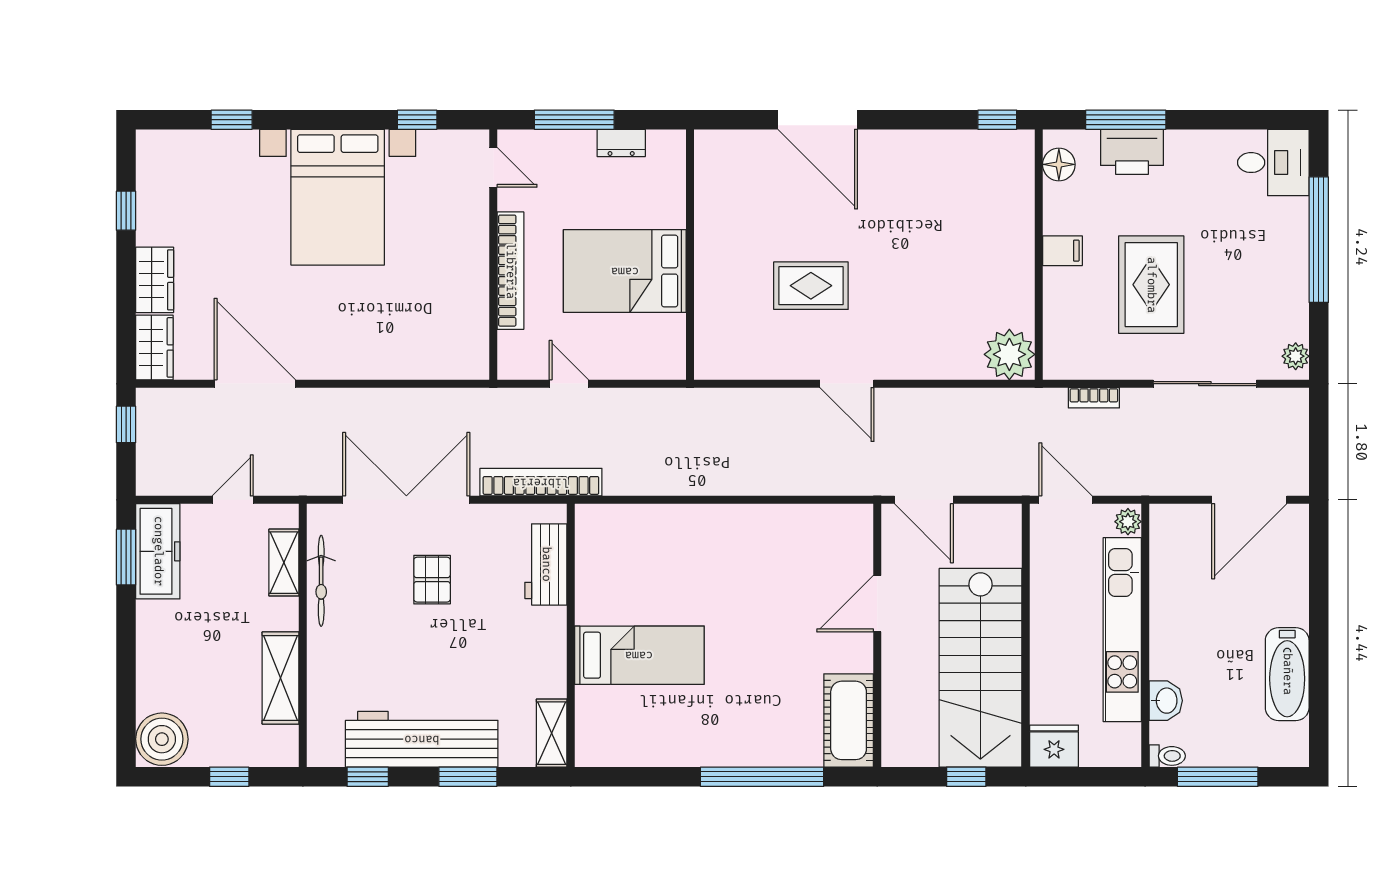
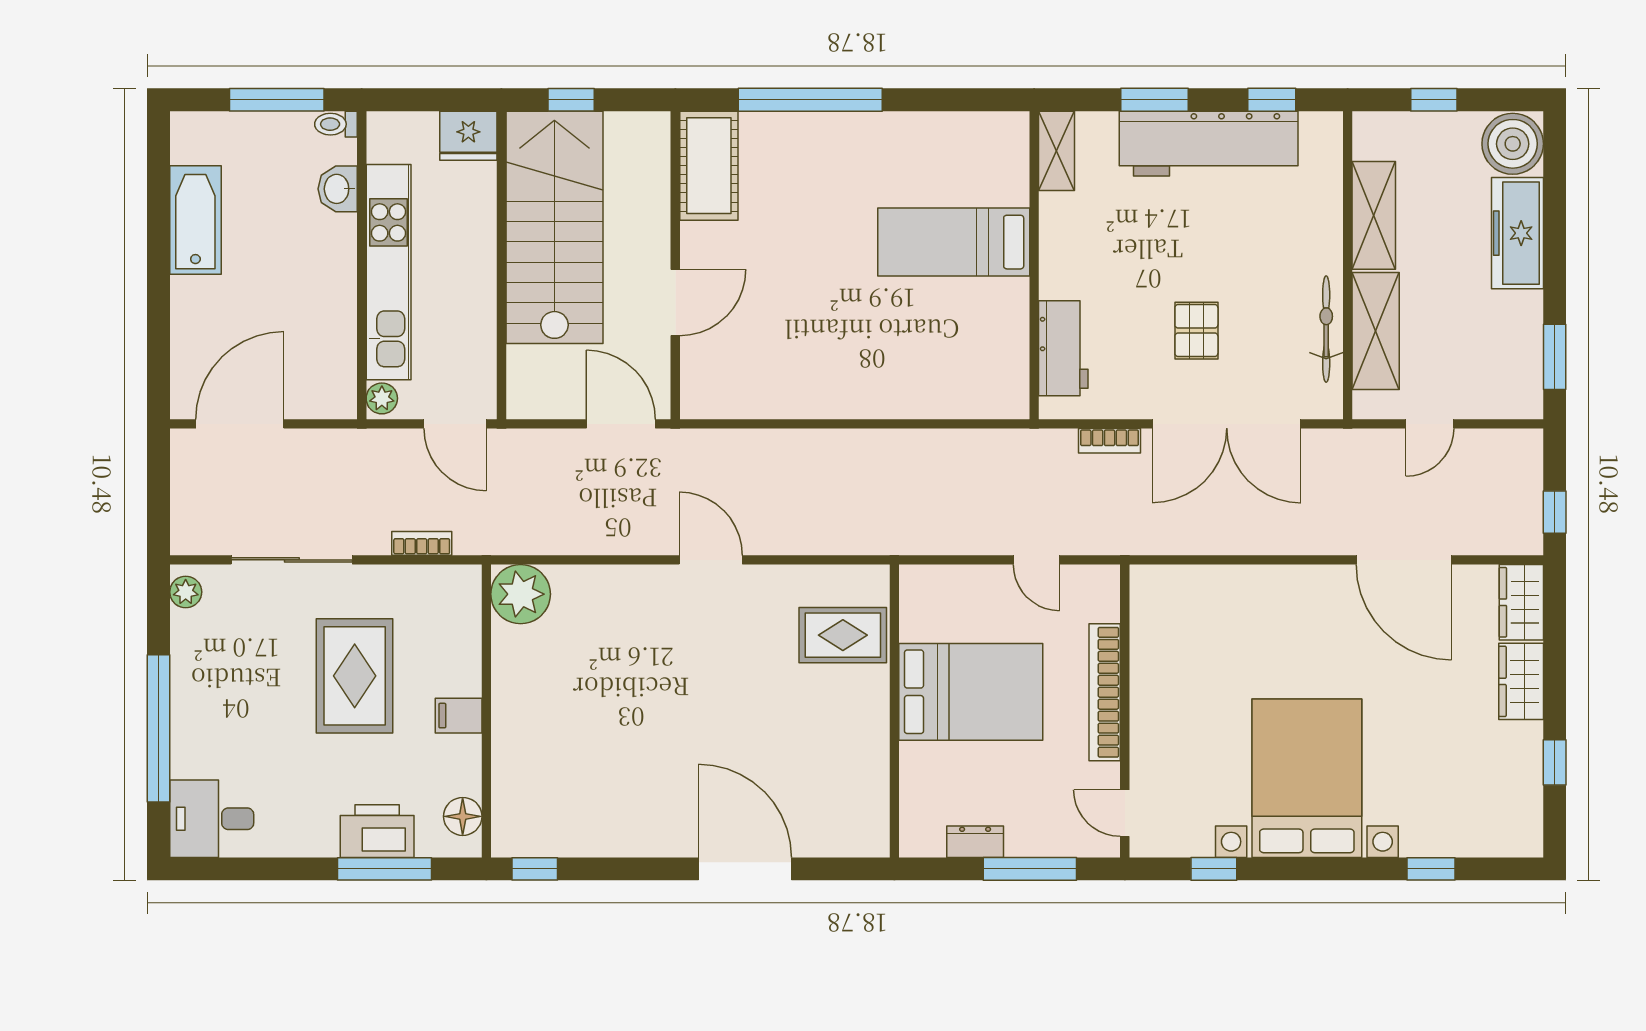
rug: (811, 286) -> (843, 635), moved
bookcase: (541, 482) -> (1110, 441), width x0.43, depth x0.76
freezer: (158, 551) -> (1517, 233), moved
shelving: (284, 563) -> (1376, 331), width x1.50, depth x1.33

